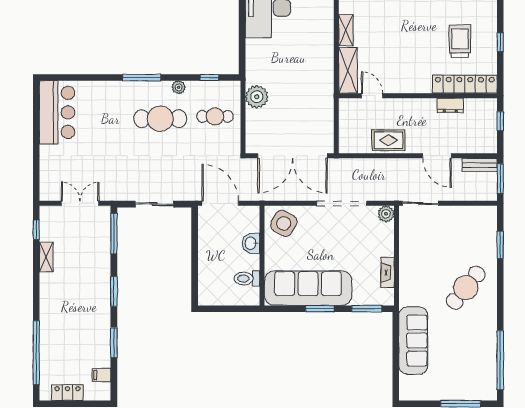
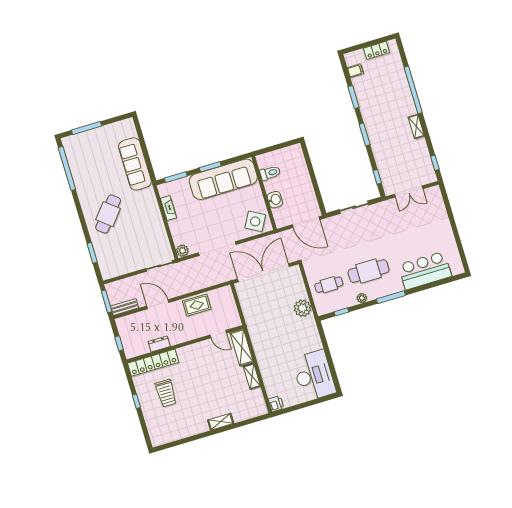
bar counter: (57, 112) -> (425, 270), moved, turned 90
window: (114, 234) -> (377, 177), width x0.46
shelving: (46, 257) -> (416, 127), moved
window: (36, 353) -> (413, 90), moved

